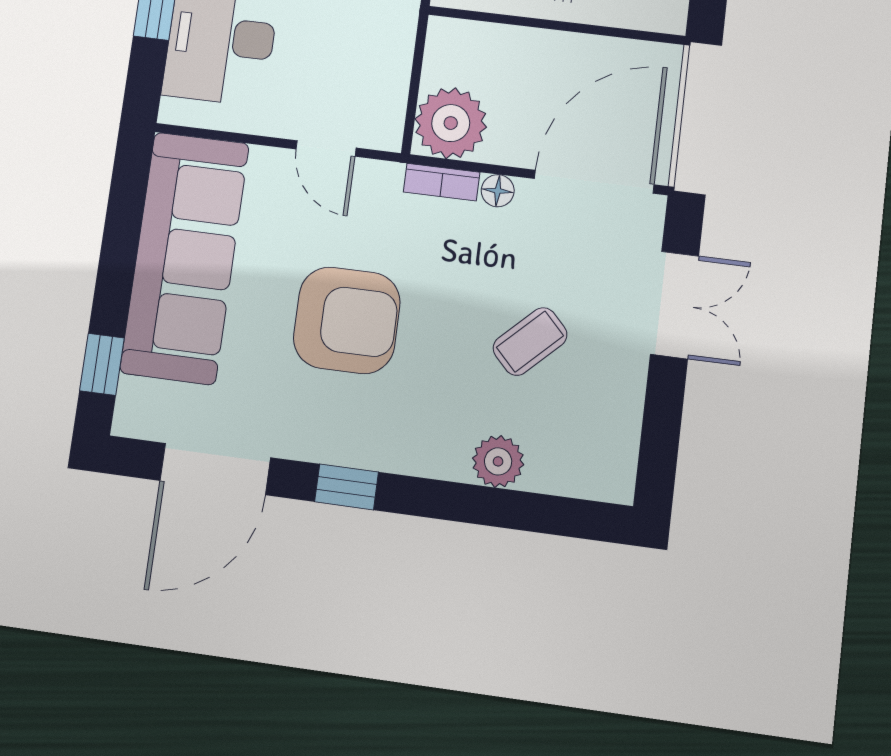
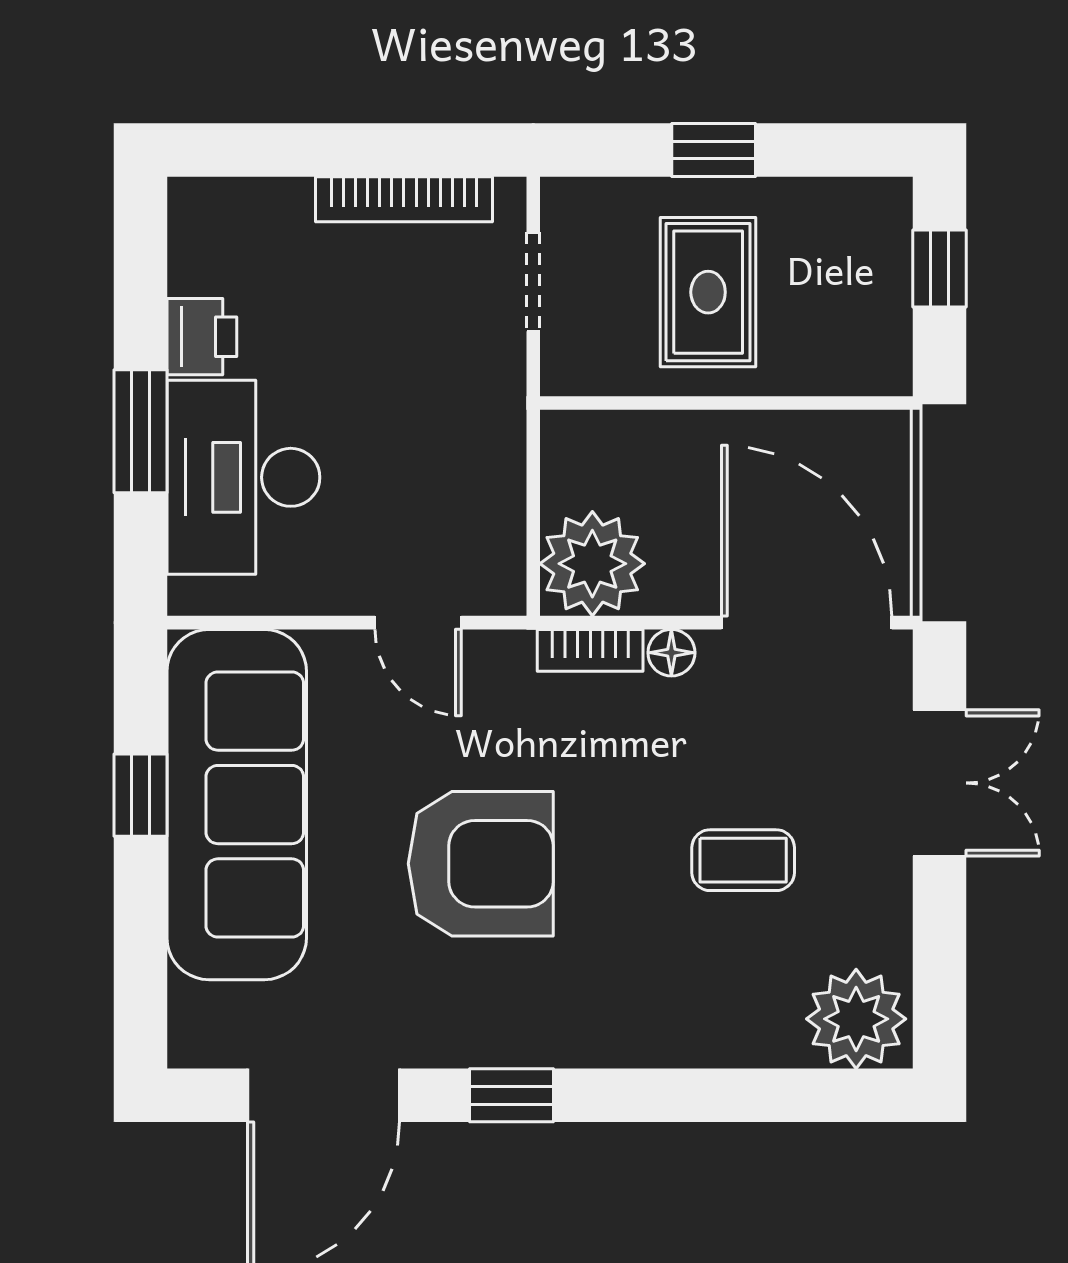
door: (594, 182) -> (807, 623), hinge flipped
coffee table: (530, 342) -> (743, 860), turned 44
window: (102, 364) -> (140, 795), moved
plant: (498, 461) -> (856, 1019), moved, width x1.36, depth x1.36

